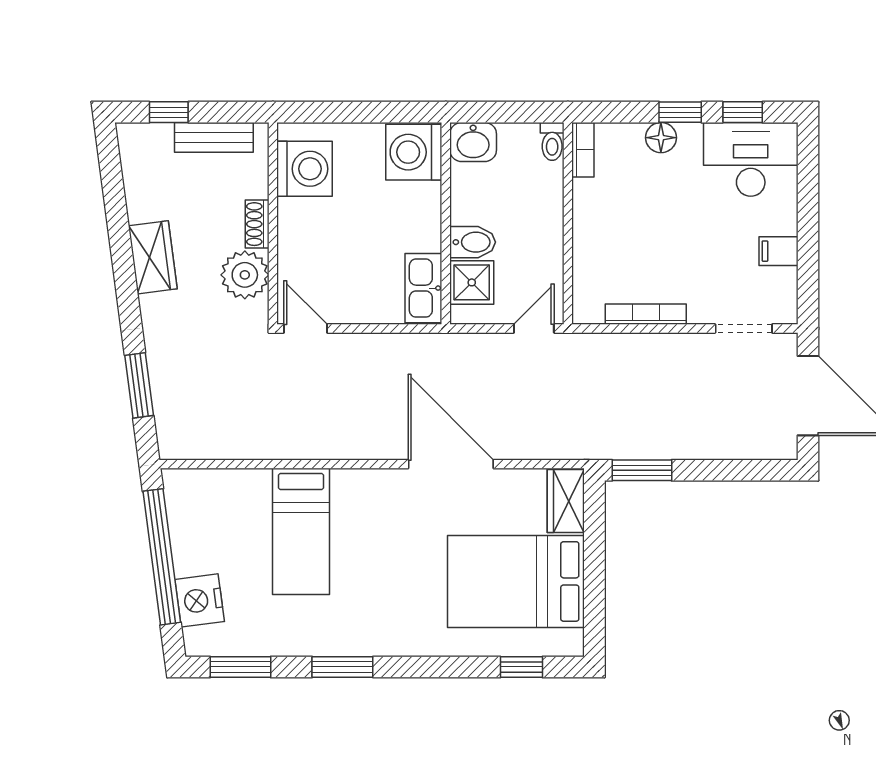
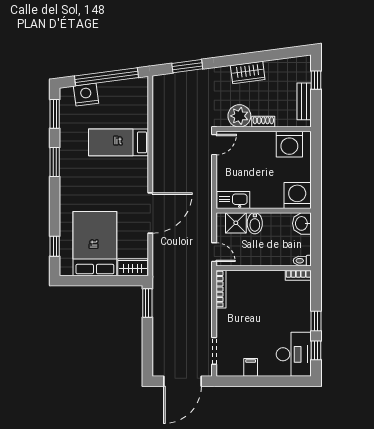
floor lamp: (661, 138) -> (304, 312), removed
bookcase: (646, 314) -> (221, 289), moved

